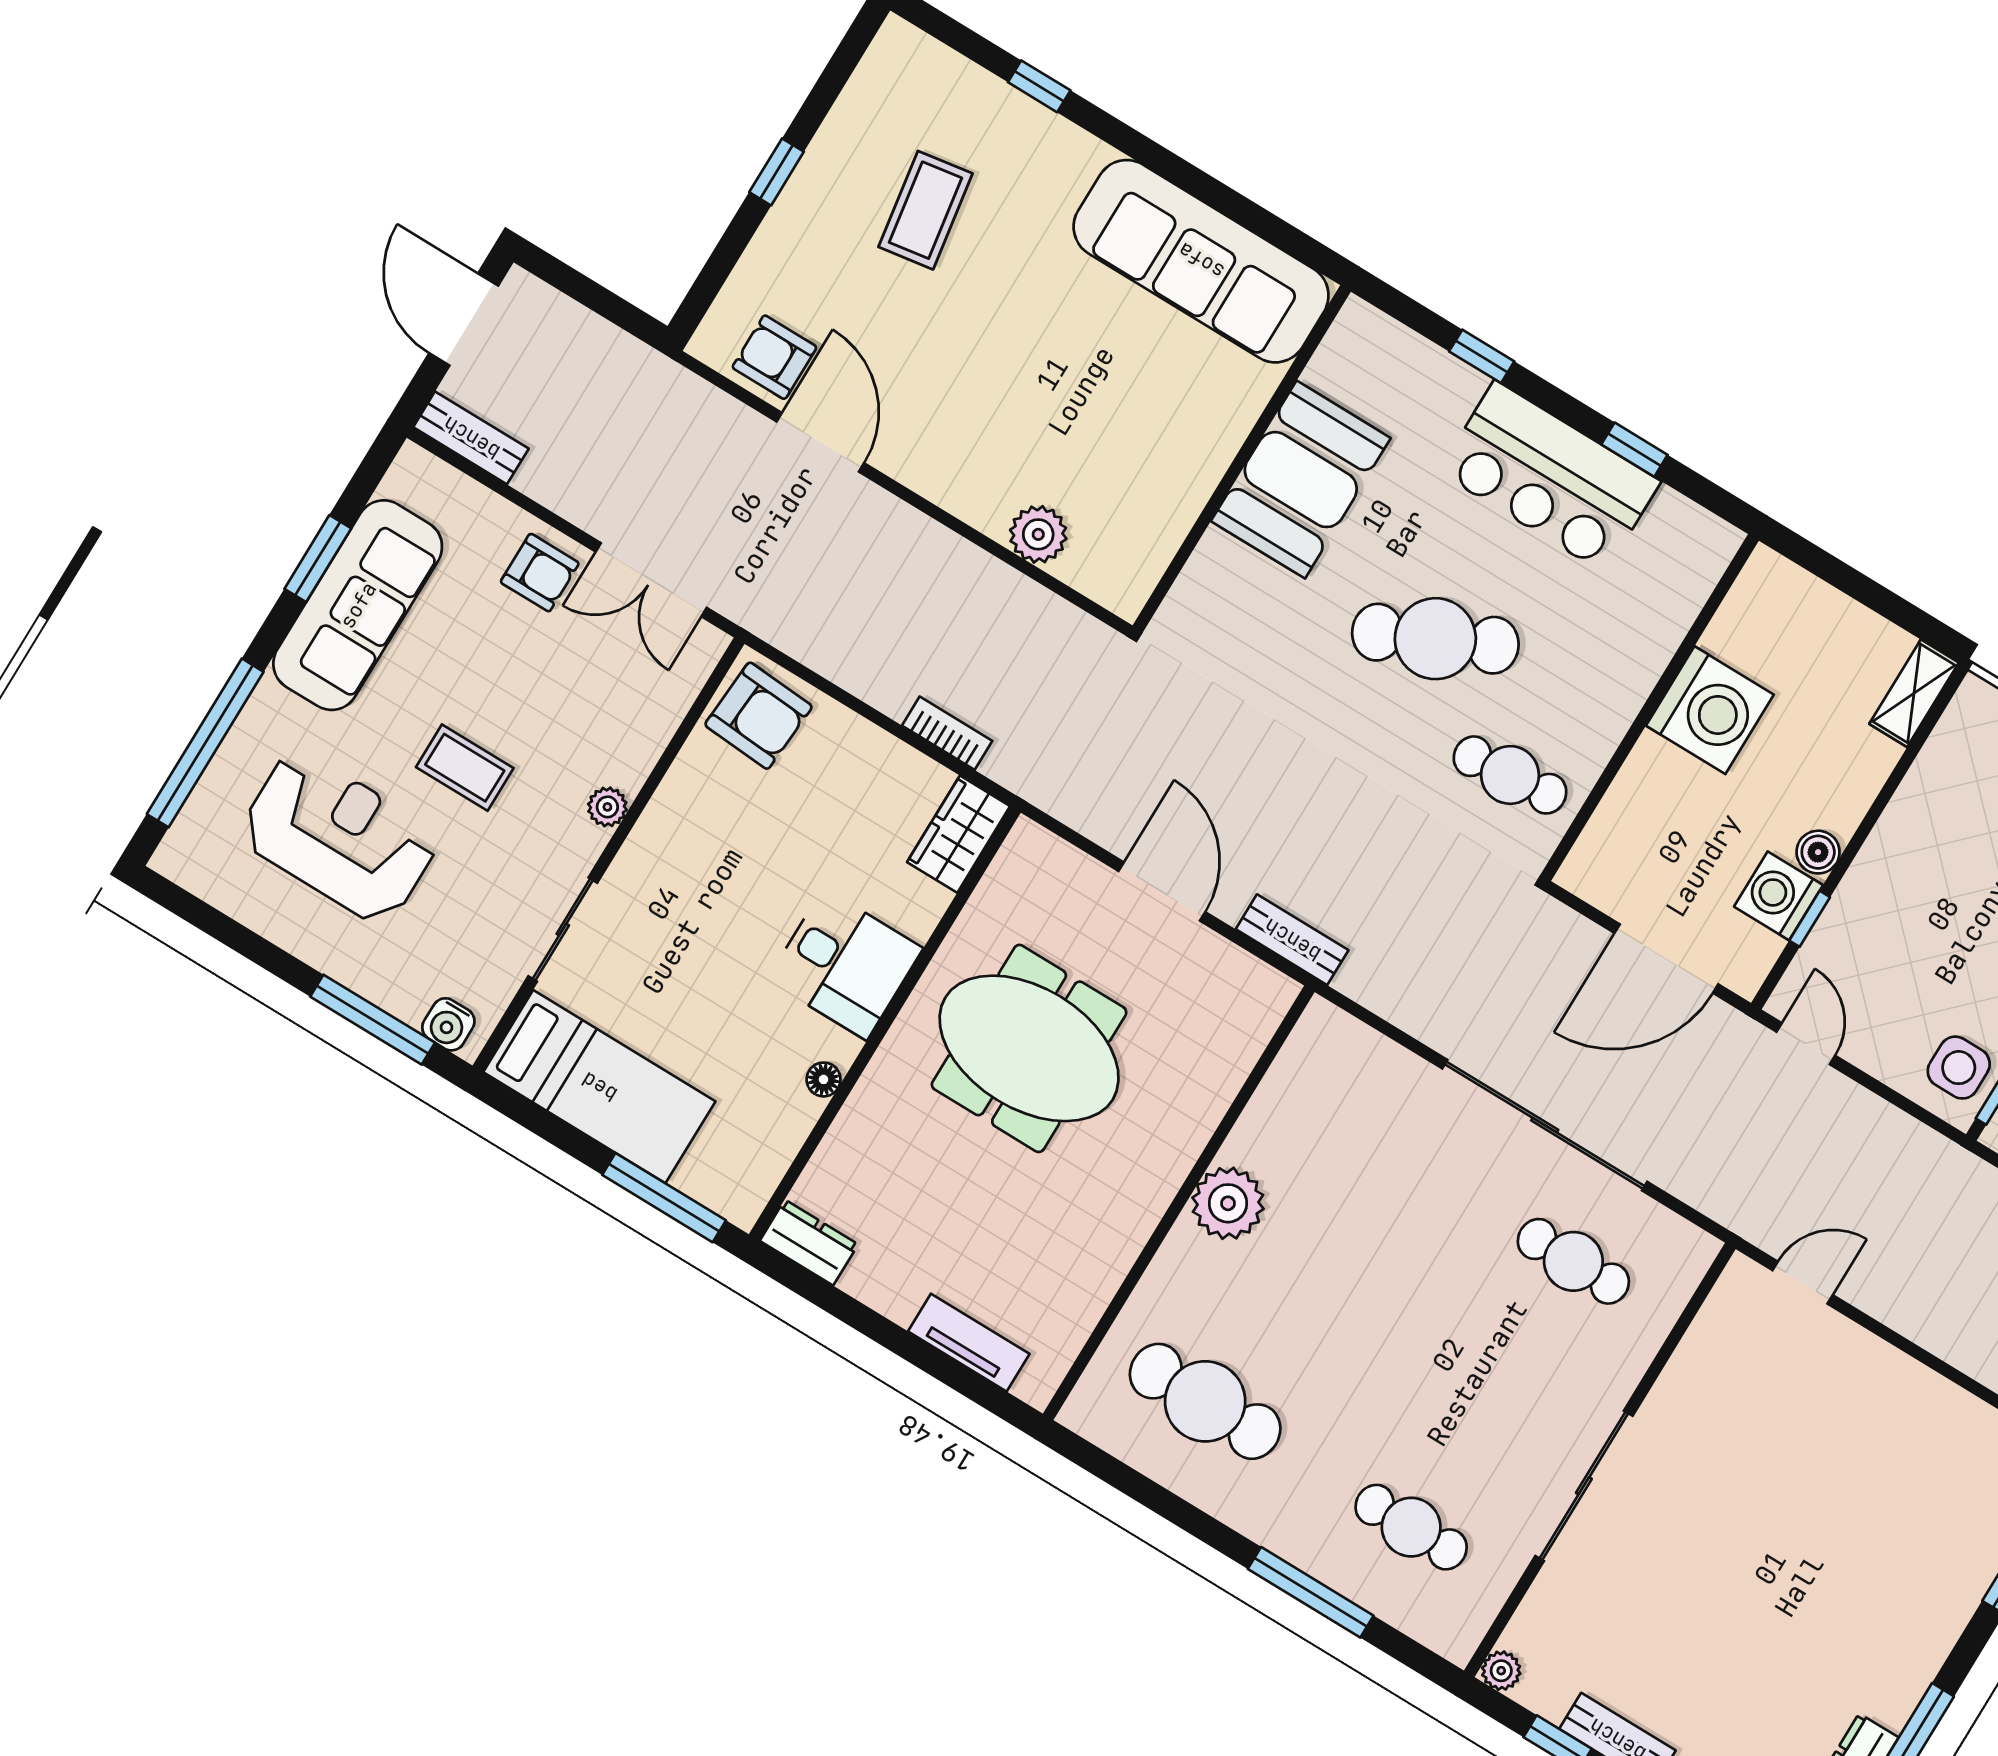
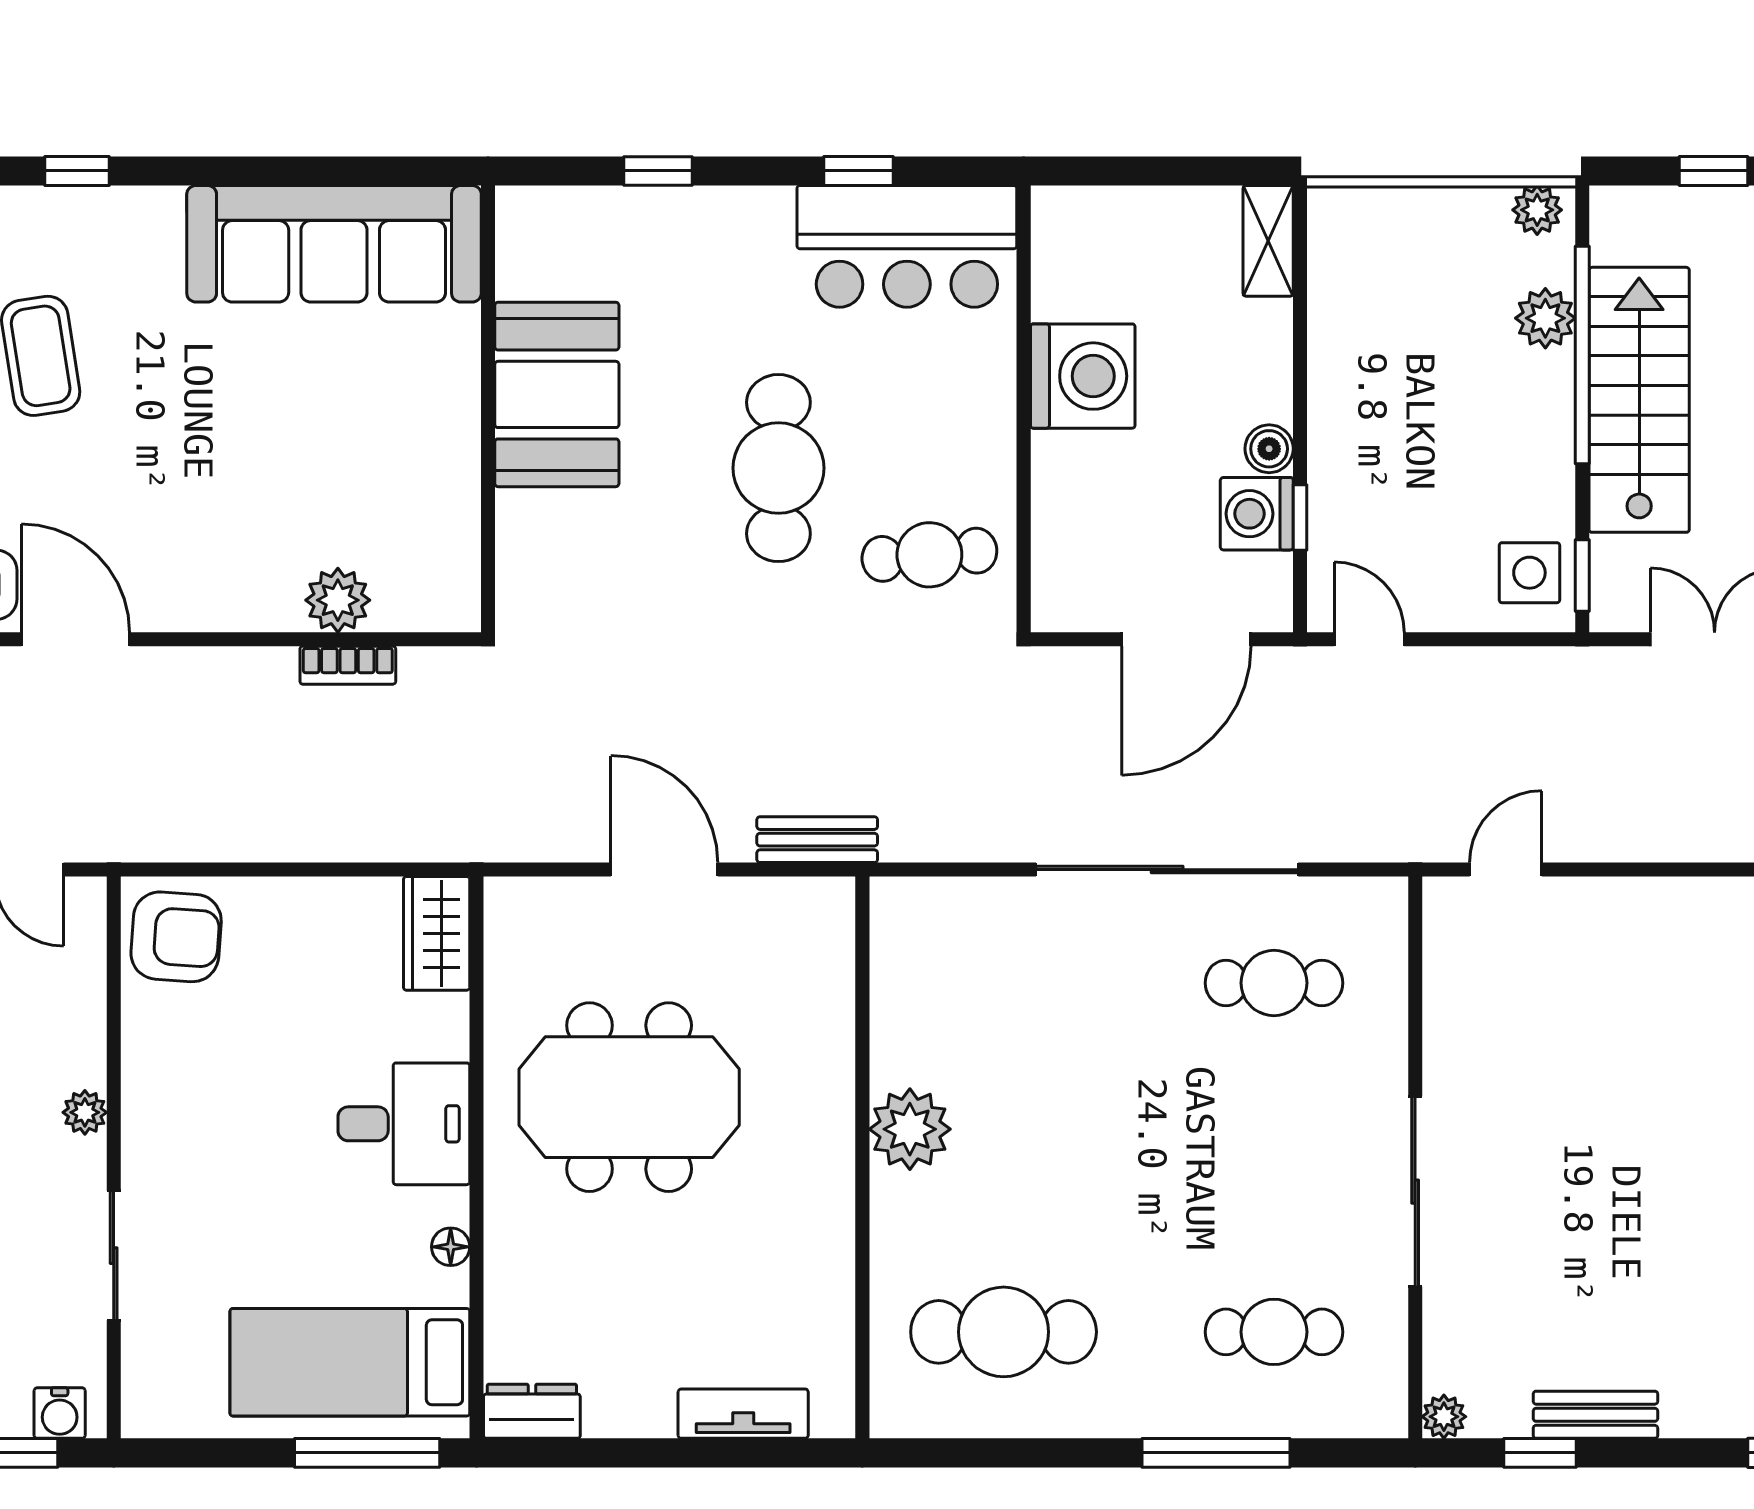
bar counter: (1550, 477) -> (907, 246), moved
cafe table: (1435, 639) -> (778, 468), turned -65
bookcase: (947, 733) -> (348, 665), moved, turned 180
bed: (599, 1087) -> (350, 1362), moved, turned 180

